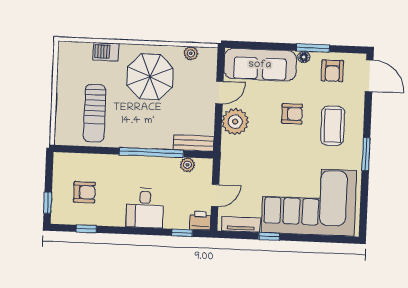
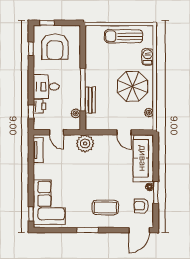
sun lounger: (95, 113) -> (123, 36), moved
armchair: (292, 114) -> (112, 181), removed
plant: (235, 122) -> (85, 143), moved
bench: (194, 143) -> (90, 100), moved
armchair: (84, 192) -> (55, 47), width x1.88, depth x1.88
corner sofa: (309, 201) -> (49, 202), width x0.73, depth x0.74
printer: (200, 221) -> (39, 106), moved
window: (269, 236) -> (31, 214), moved

